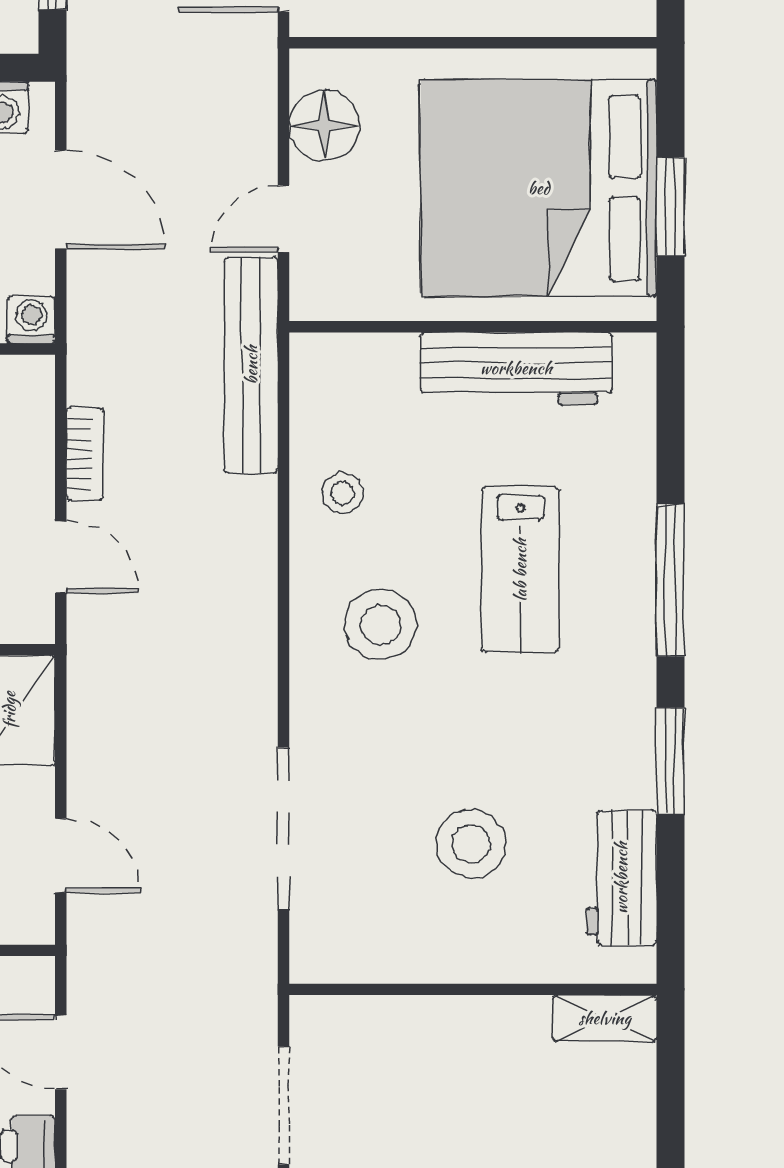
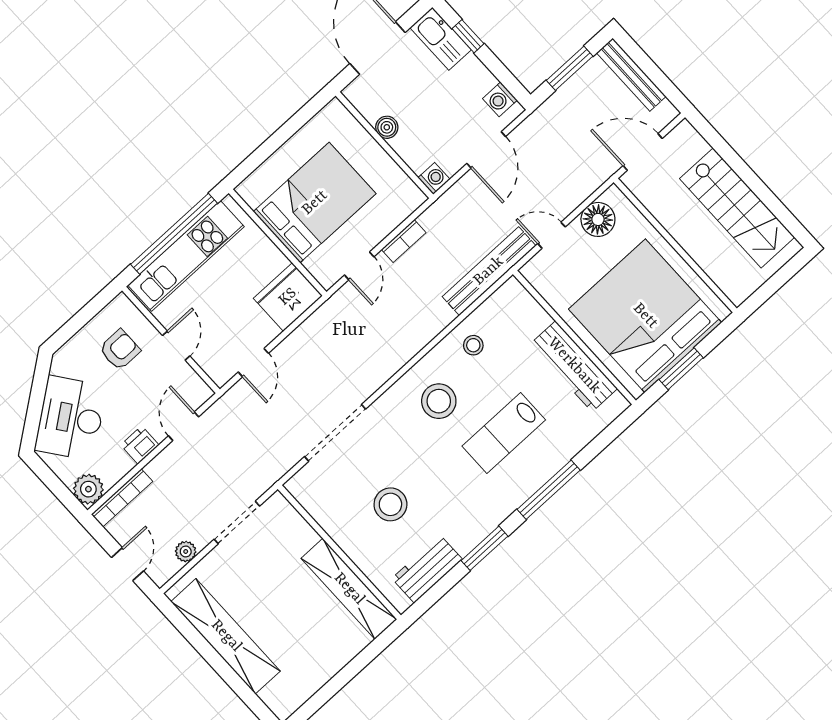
shelving: (605, 1018) -> (349, 589), width x2.20, depth x1.33

